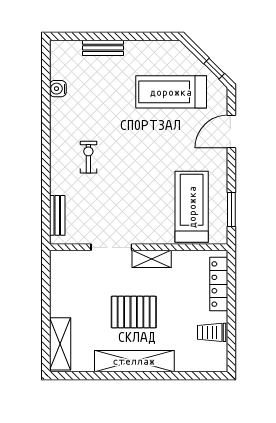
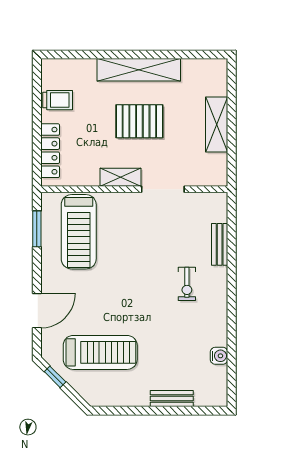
bench: (57, 215) -> (220, 244), moved
shelving: (60, 344) -> (217, 124), moved

